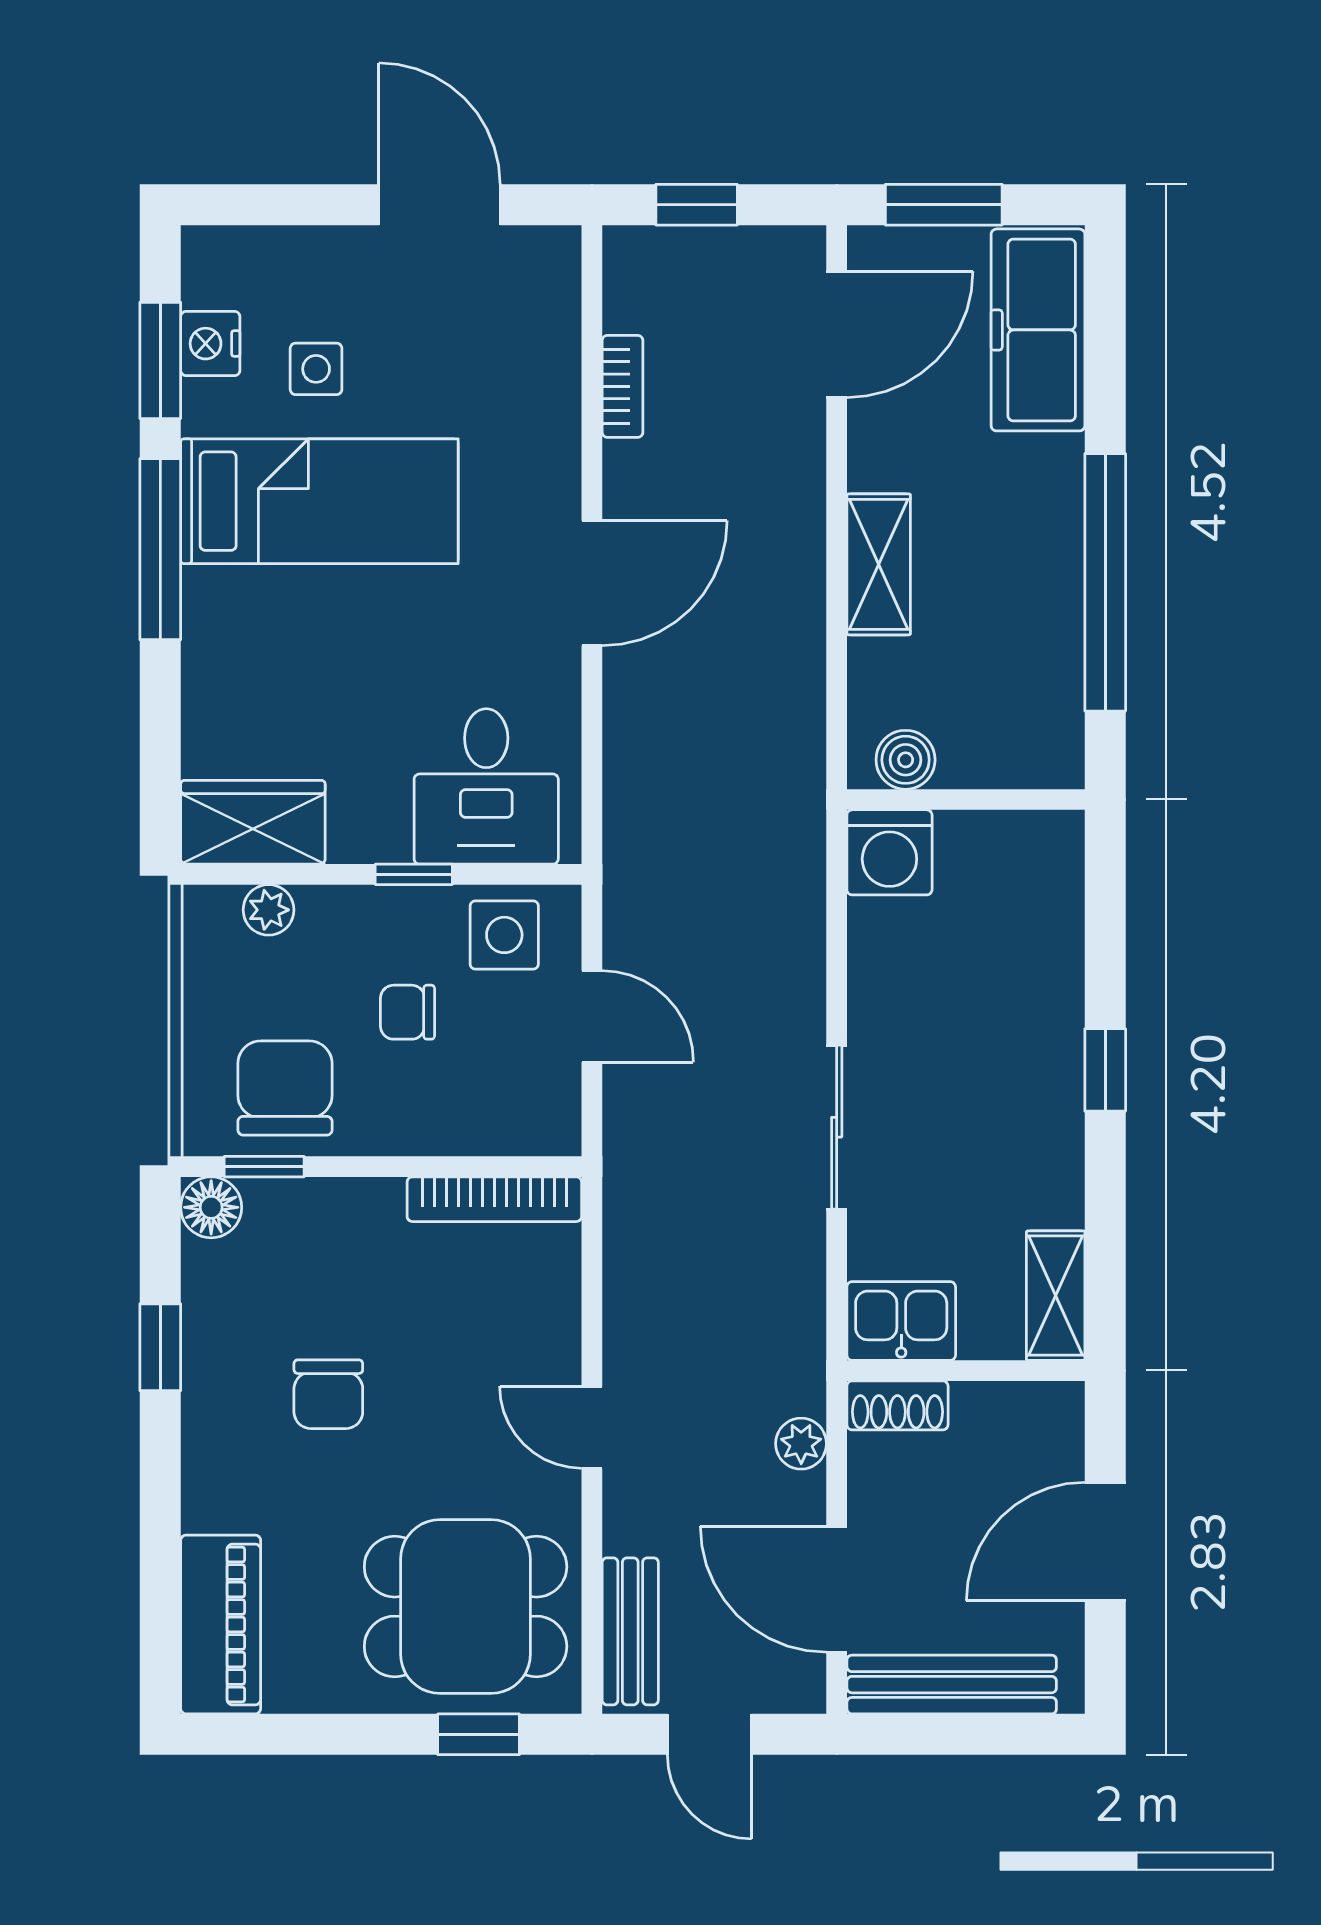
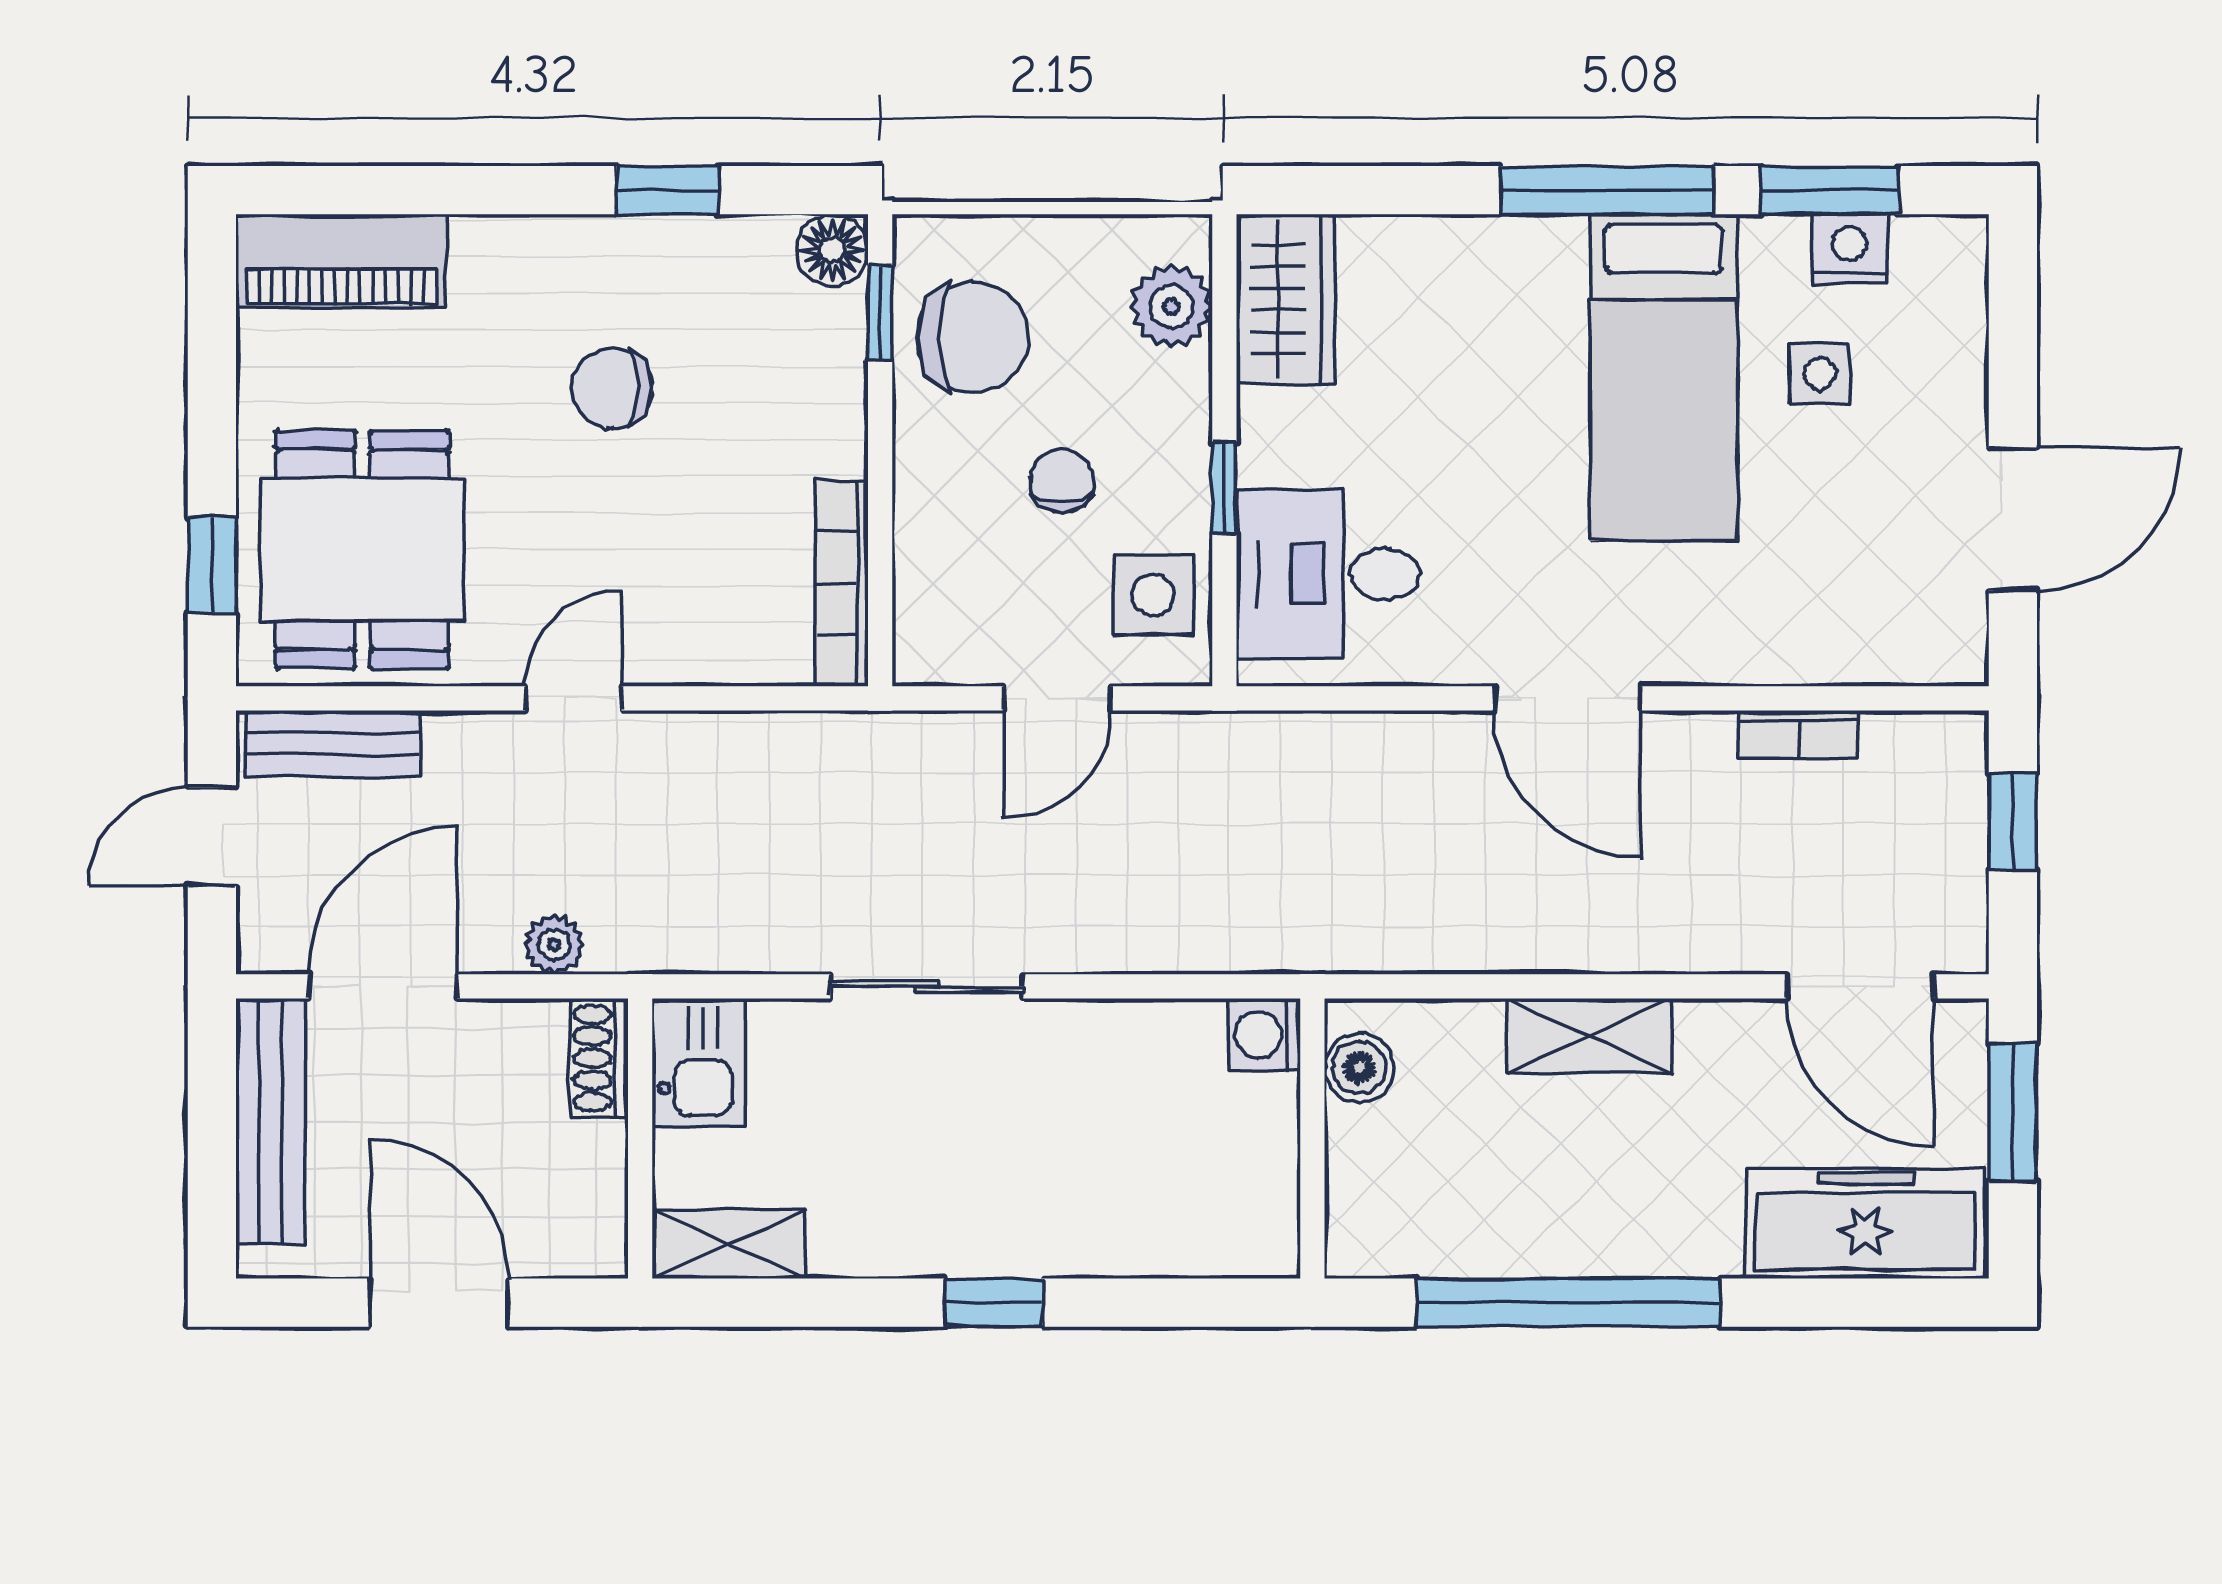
washing machine: (889, 852) -> (1264, 1035), width x0.73, depth x0.73
plant: (269, 910) -> (1171, 306), width x1.38, depth x1.38

